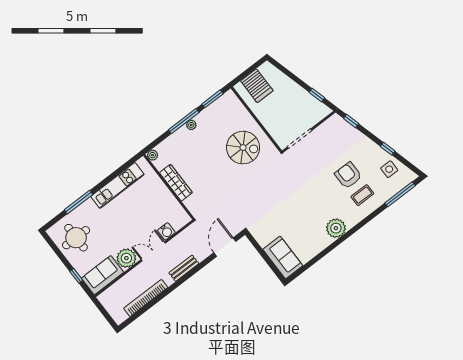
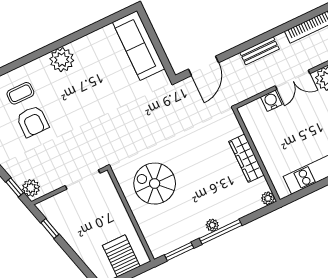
plant: (338, 123) -> (31, 188), added
sofa: (283, 257) -> (139, 46), width x1.36

